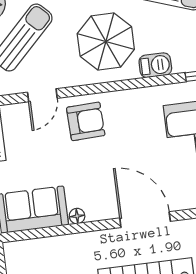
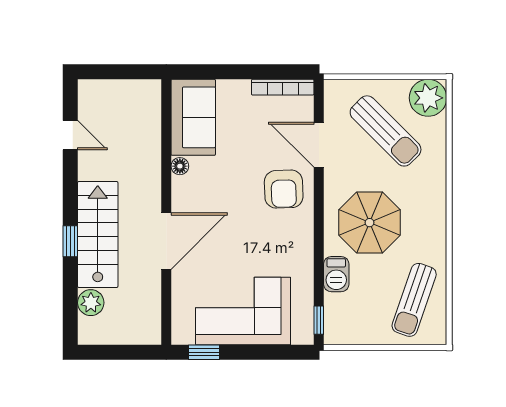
door: (42, 95) -> (319, 145), width x1.38

